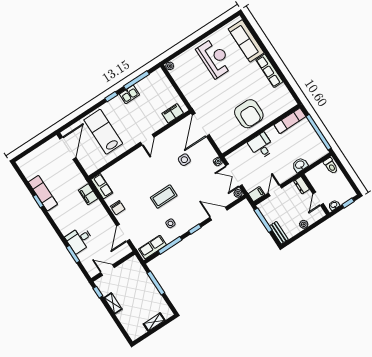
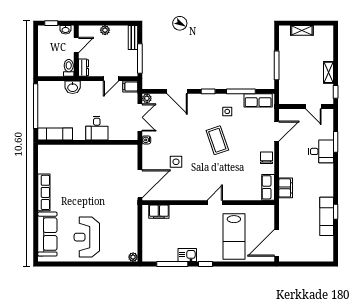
armchair: (249, 114) -> (89, 165), removed
door: (147, 140) -> (215, 203), moved
toilet: (331, 166) -> (69, 68), moved
coffee table: (164, 197) -> (217, 140), turned 71

